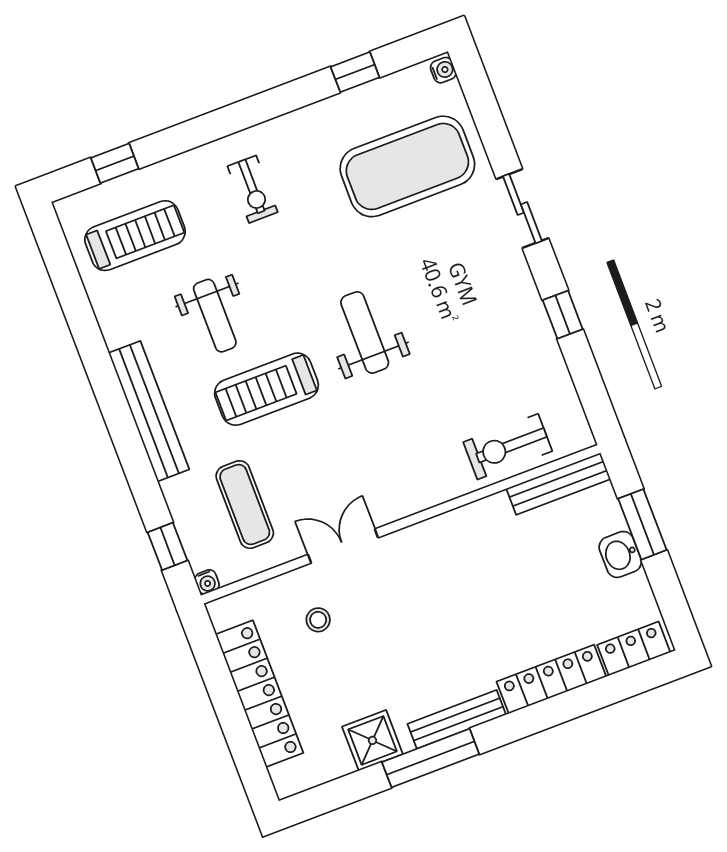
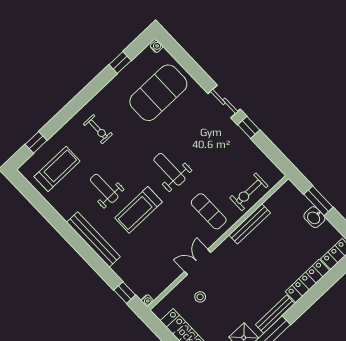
sliding door: (522, 209) -> (224, 101), moved
weight bench: (215, 316) -> (104, 188), turned 180
bench: (558, 484) -> (250, 224), moved
exercise mat: (245, 505) -> (209, 211), moved

